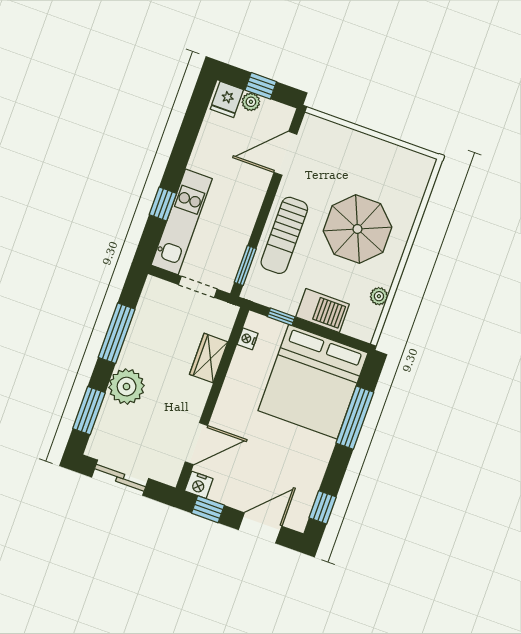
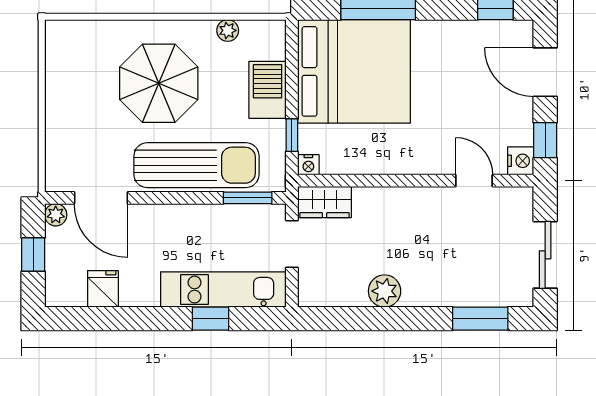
fridge: (227, 99) -> (103, 289), moved, turned -90
plant: (251, 102) -> (56, 215), moved
sun lounger: (284, 235) -> (197, 165), width x1.36, depth x1.34
window: (117, 333) -> (379, 319), removed
nightstand: (248, 339) -> (308, 165), moved
wardrobe: (209, 358) -> (325, 202), moved
plant: (127, 387) -> (385, 291), moved, width x0.73, depth x0.73
door: (196, 444) -> (474, 181), width x0.73

